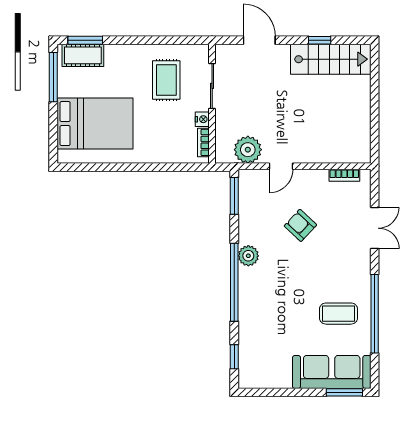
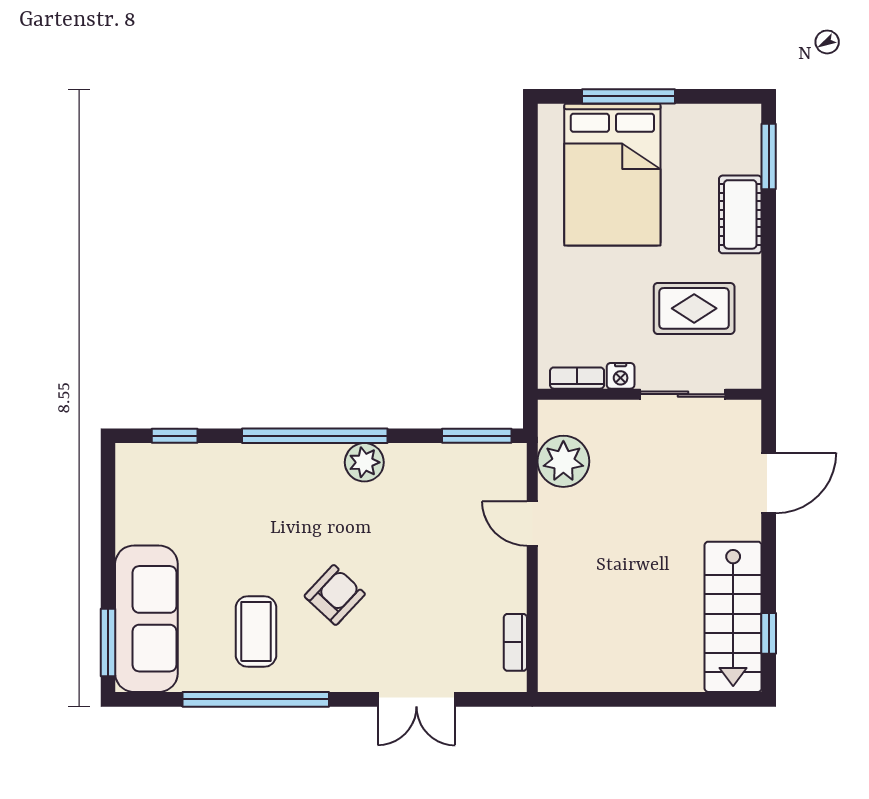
window: (320, 40) -> (769, 633), moved
cot: (83, 55) -> (740, 214), moved
window: (53, 77) -> (629, 96), moved
armchair: (300, 225) -> (335, 595), moved

